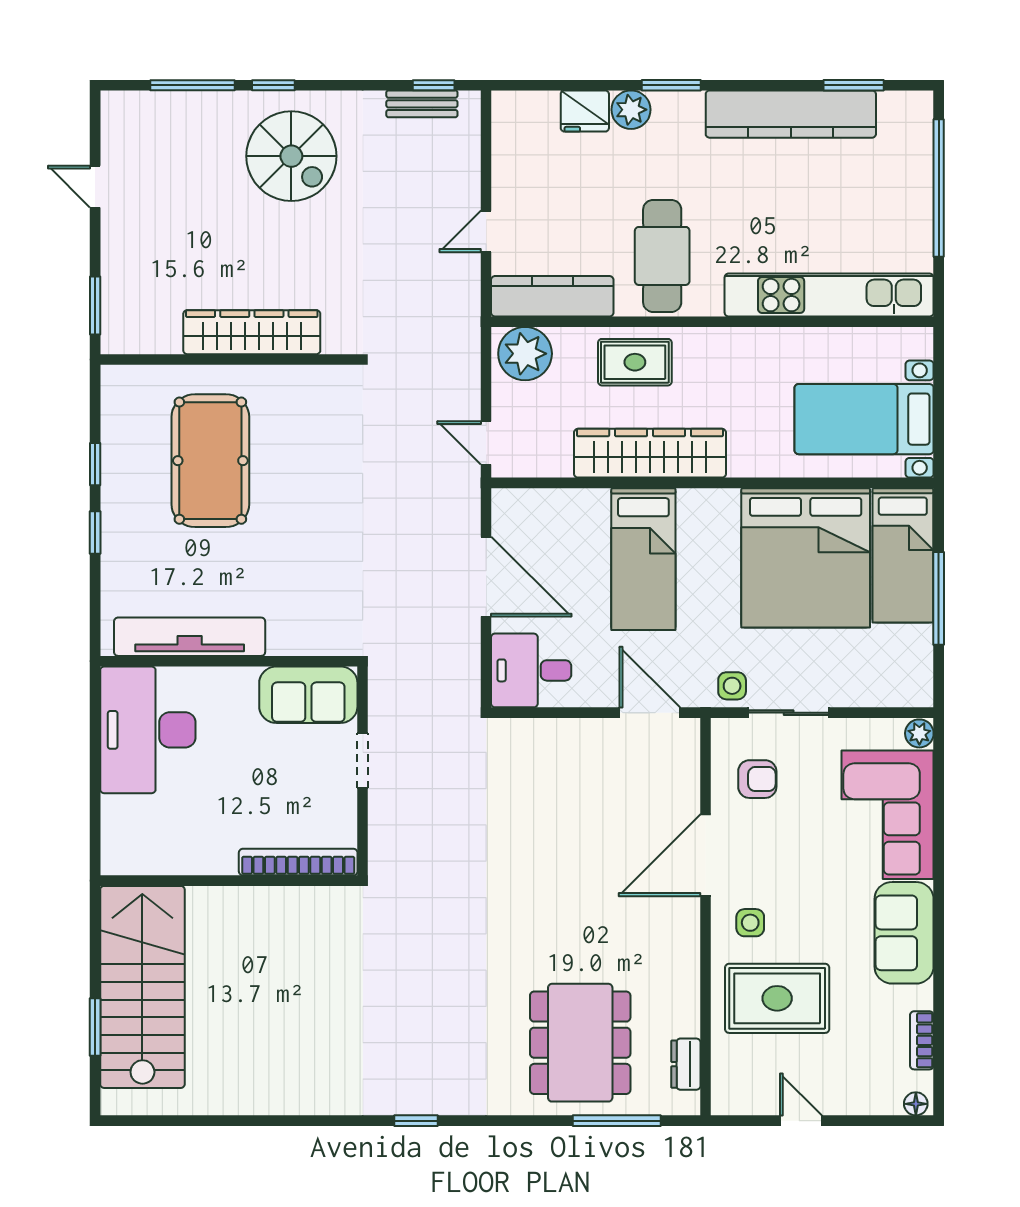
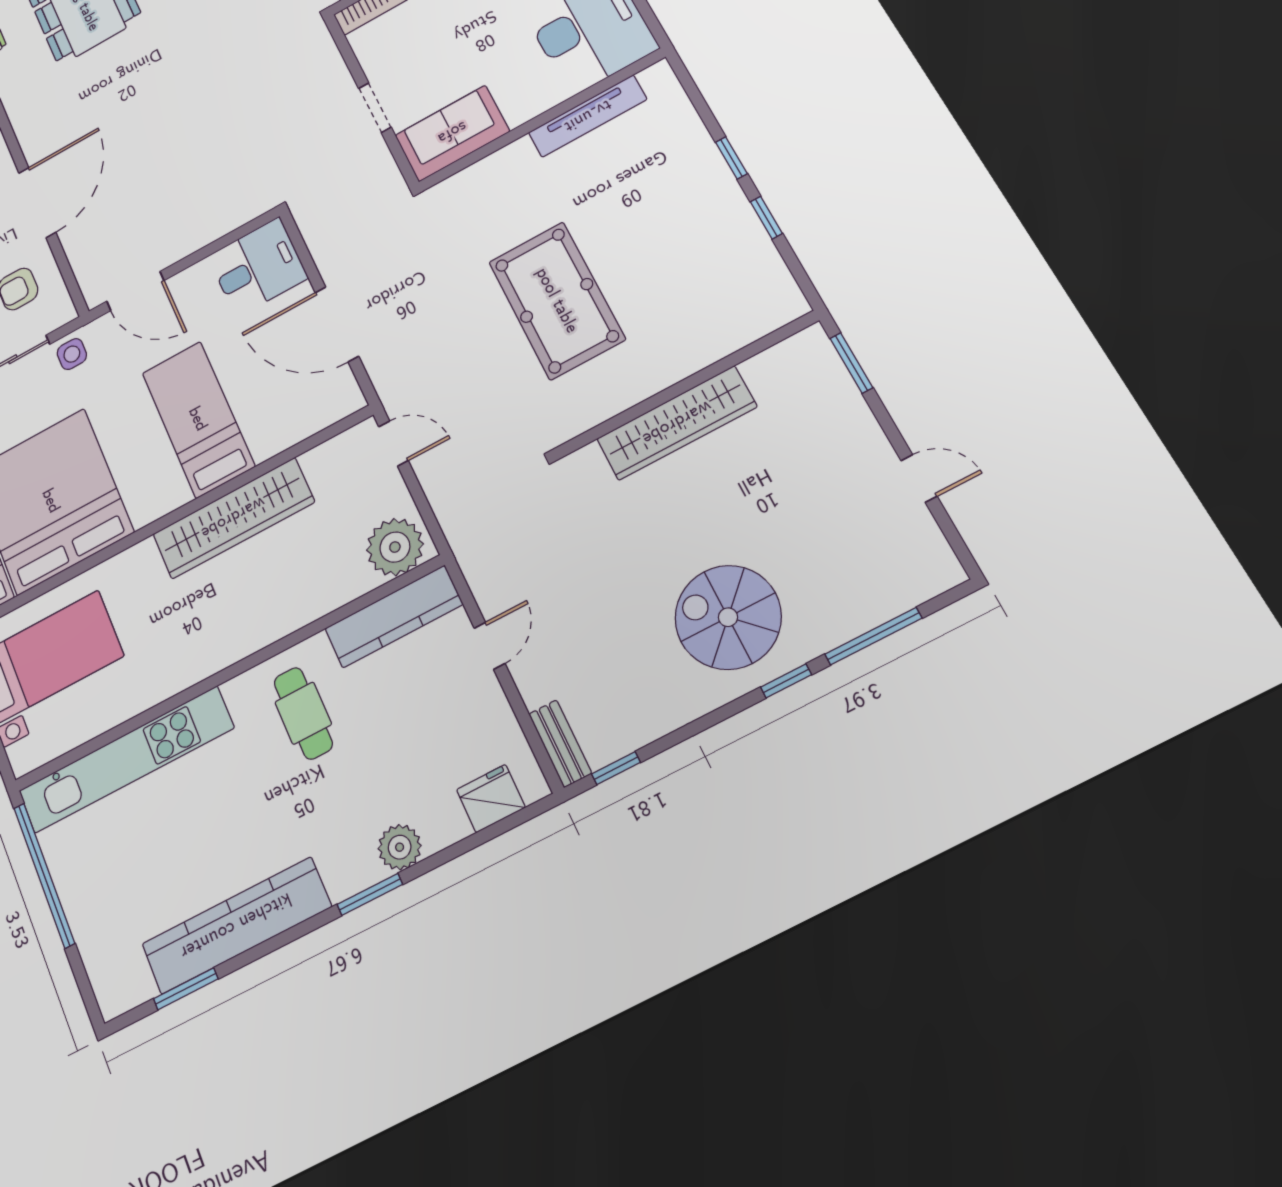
bench: (422, 104) -> (560, 744), moved, turned 90
fridge: (585, 111) -> (491, 798), moved
window: (939, 188) -> (44, 875), moved
cafe table: (662, 256) -> (303, 713), width x0.73, depth x0.74
rug: (635, 362) -> (285, 596), removed
pool table: (210, 461) -> (557, 300), moved
tv unit: (190, 637) -> (588, 116), width x0.73, depth x0.78

